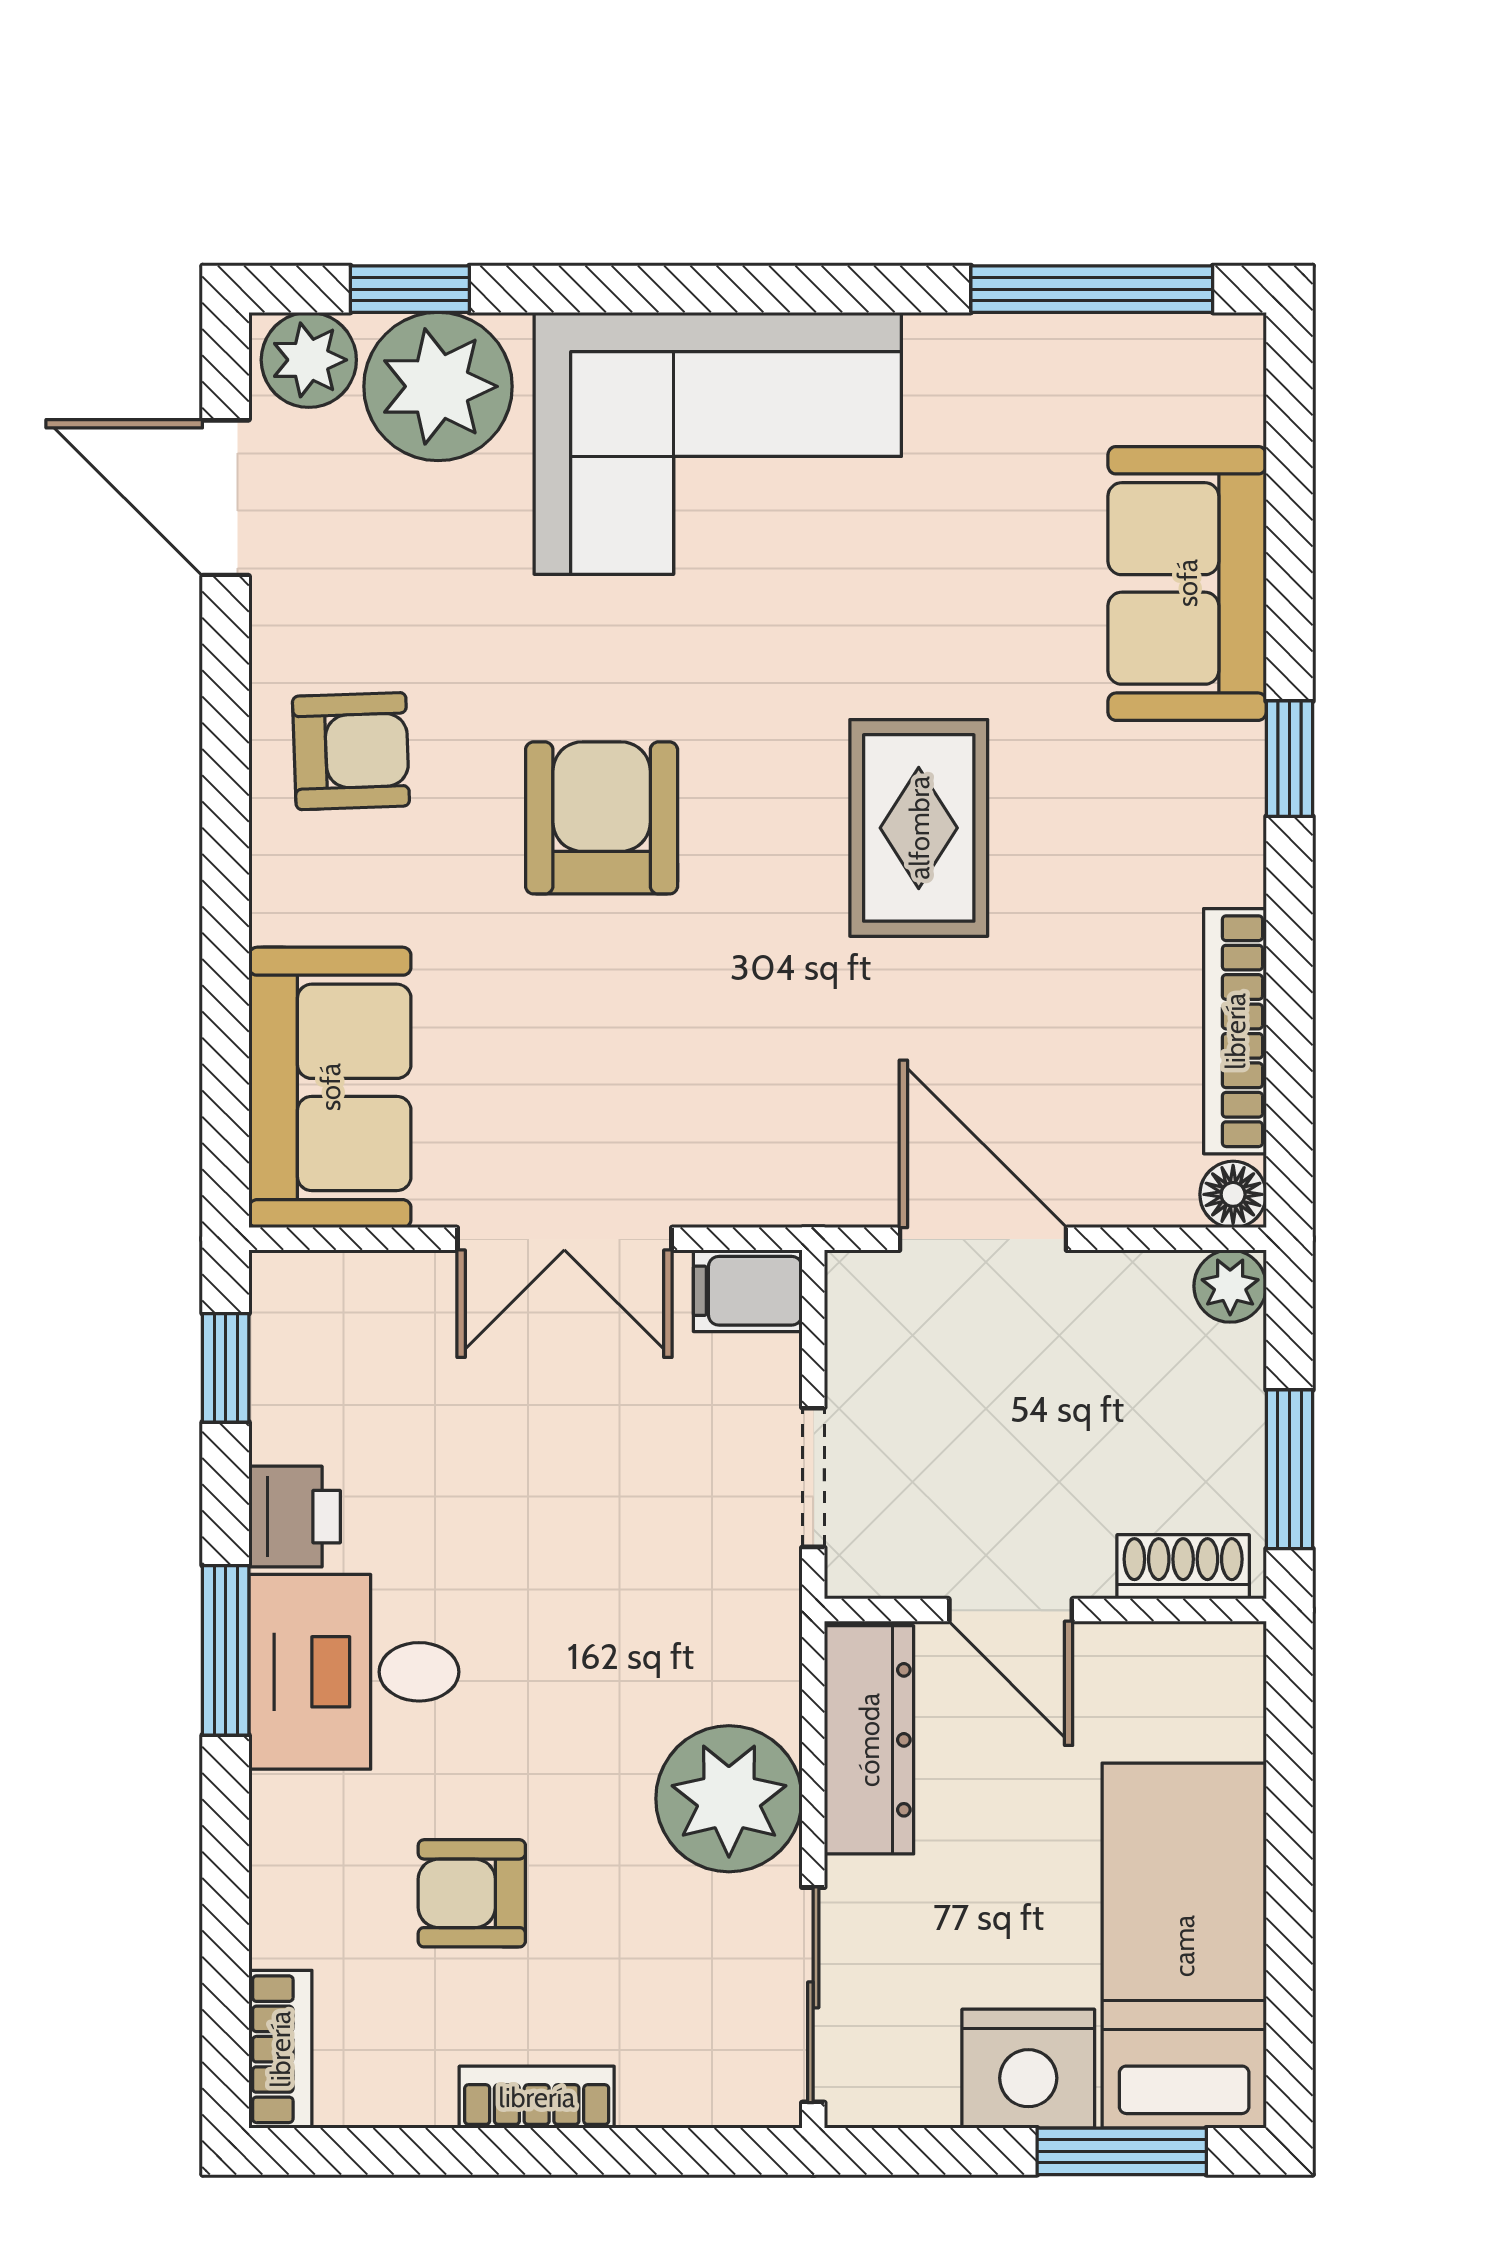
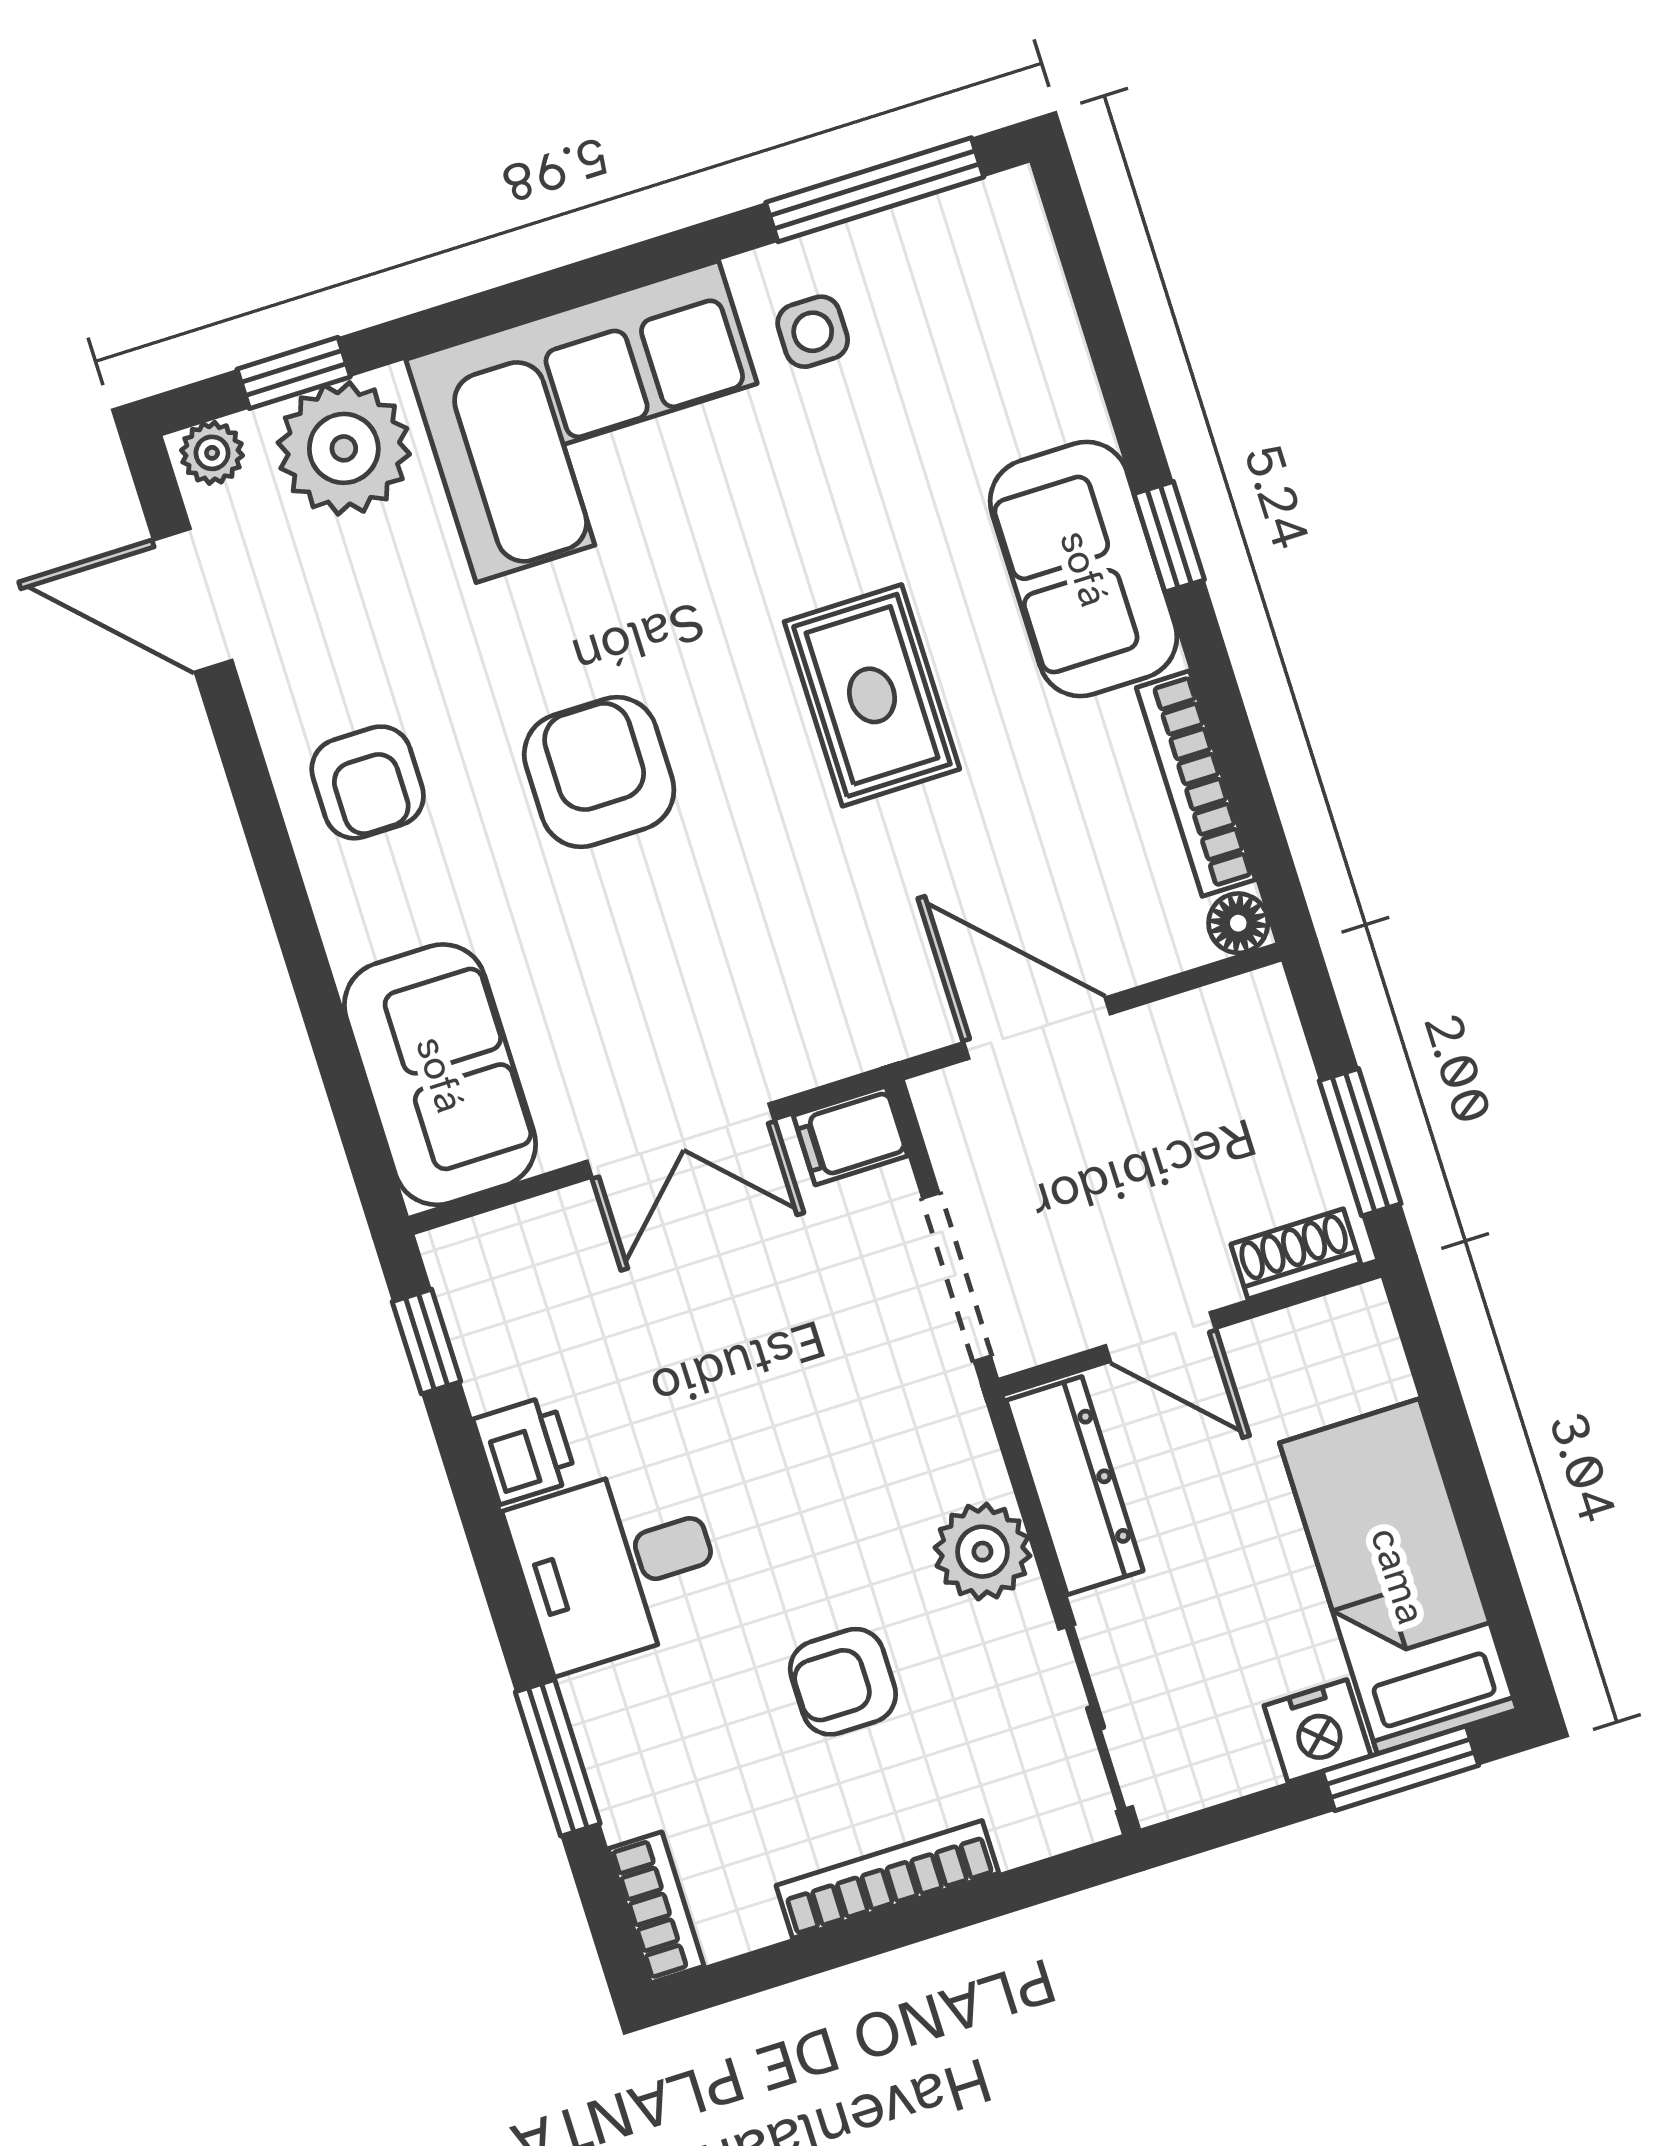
plant: (309, 360) -> (212, 453), width x0.73, depth x0.73
side table: (978, 420) -> (813, 332), added
sofa: (1187, 583) -> (1084, 569), moved
armchair: (351, 751) -> (368, 782), turned 92
plant: (1230, 1286) -> (1260, 1002), removed
doorway: (813, 1478) -> (957, 1277), width x1.38
window: (226, 1650) -> (558, 1758), moved
plant: (729, 1799) -> (982, 1552), width x0.73, depth x0.73
armchair: (472, 1893) -> (843, 1682), moved
nightstand: (1028, 2069) -> (1317, 1731), width x0.74, depth x0.75
bookcase: (537, 2097) -> (887, 1879), width x1.56

